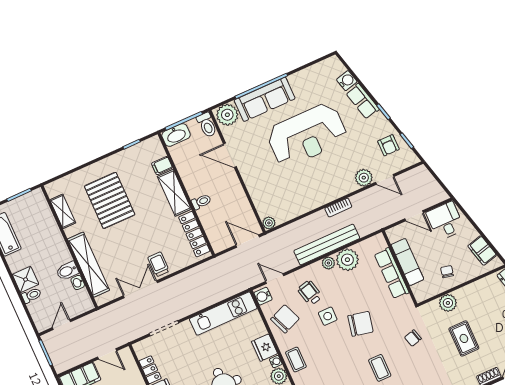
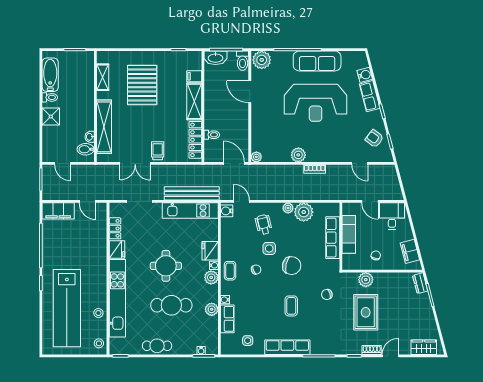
sofa: (265, 99) -> (317, 61), moved
armchair: (388, 145) -> (374, 139), turned 127
plant: (364, 178) -> (298, 155), moved
toilet: (201, 202) -> (212, 135), moved
bench: (327, 245) -> (192, 193), moved
bidet: (67, 271) -> (86, 149), moved
double door: (140, 289) -> (135, 163), swing flipped
toilet: (31, 295) -> (50, 97), moved
chair: (285, 319) -> (256, 270), moved, width x0.54, depth x0.54
door: (61, 325) -> (63, 163), swing flipped
rug: (464, 338) -> (366, 312), width x1.36, depth x1.43

